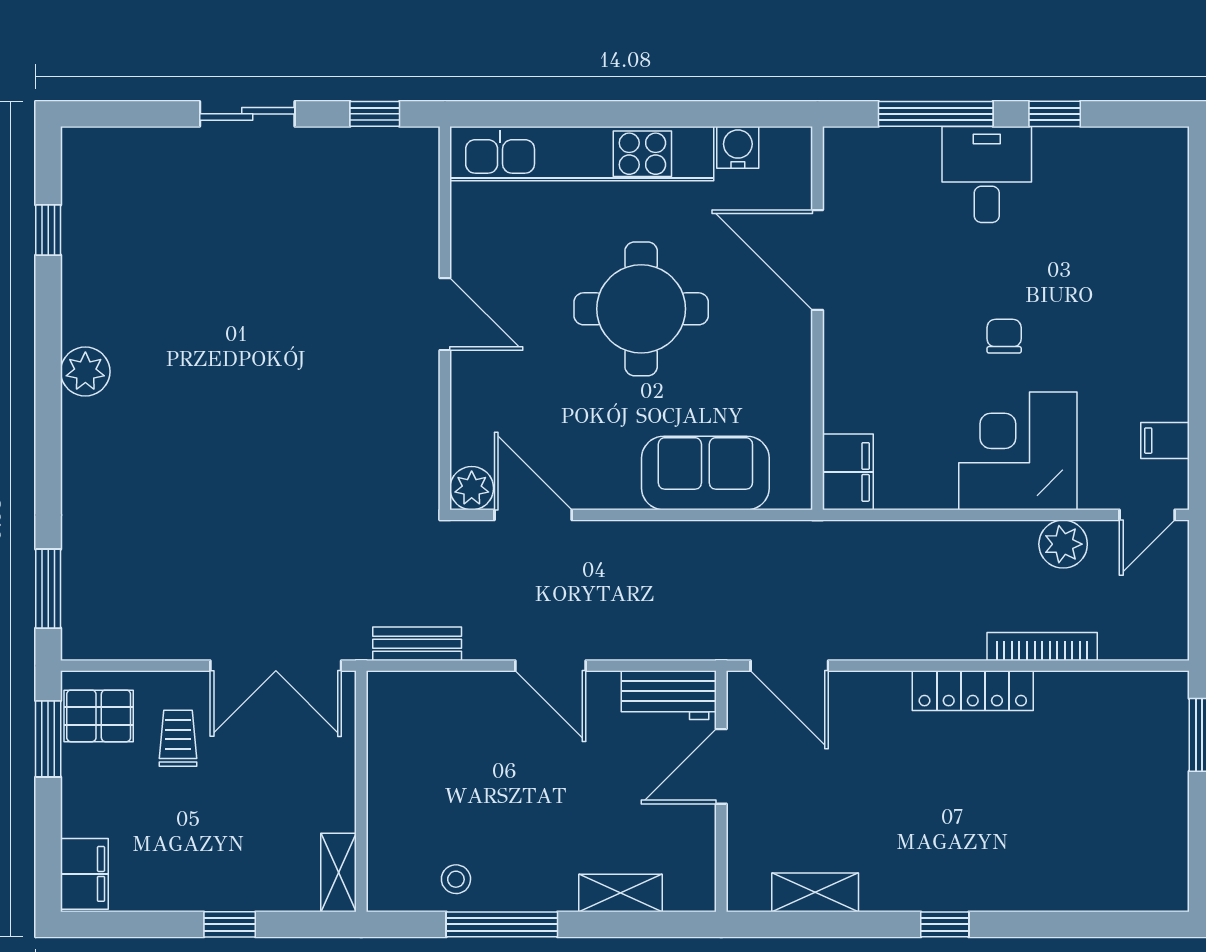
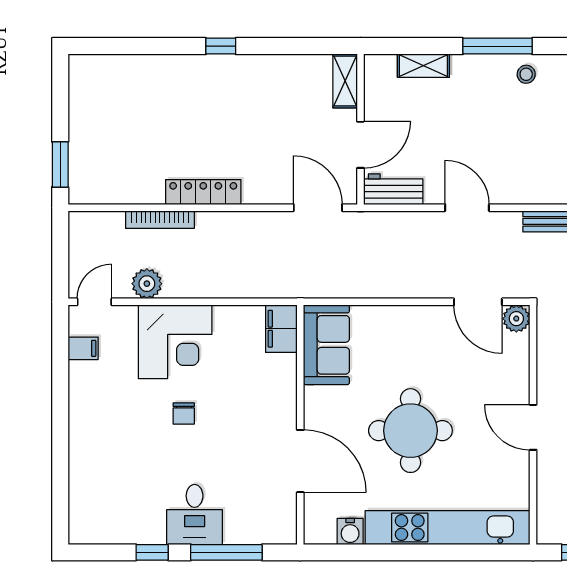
sofa: (705, 473) -> (326, 345), moved, turned -90
shelving: (815, 892) -> (345, 81), moved, turned 90

